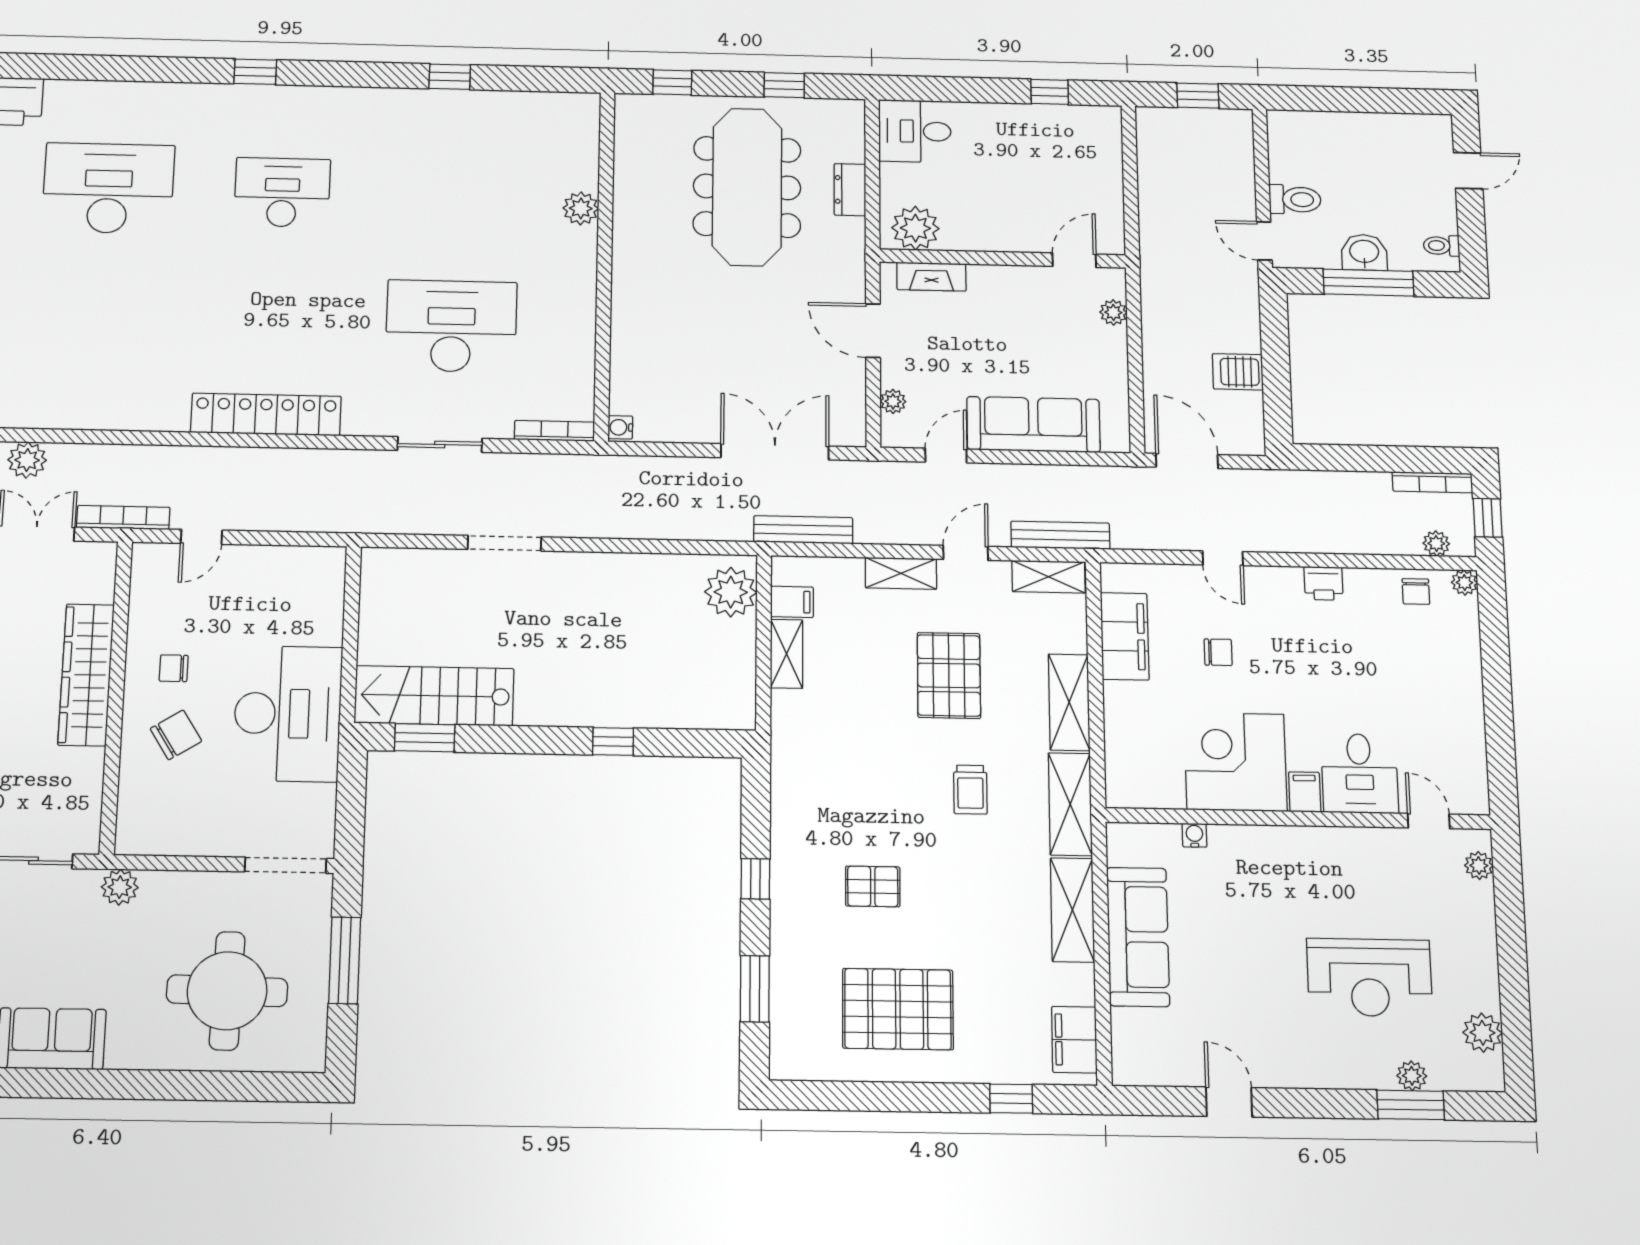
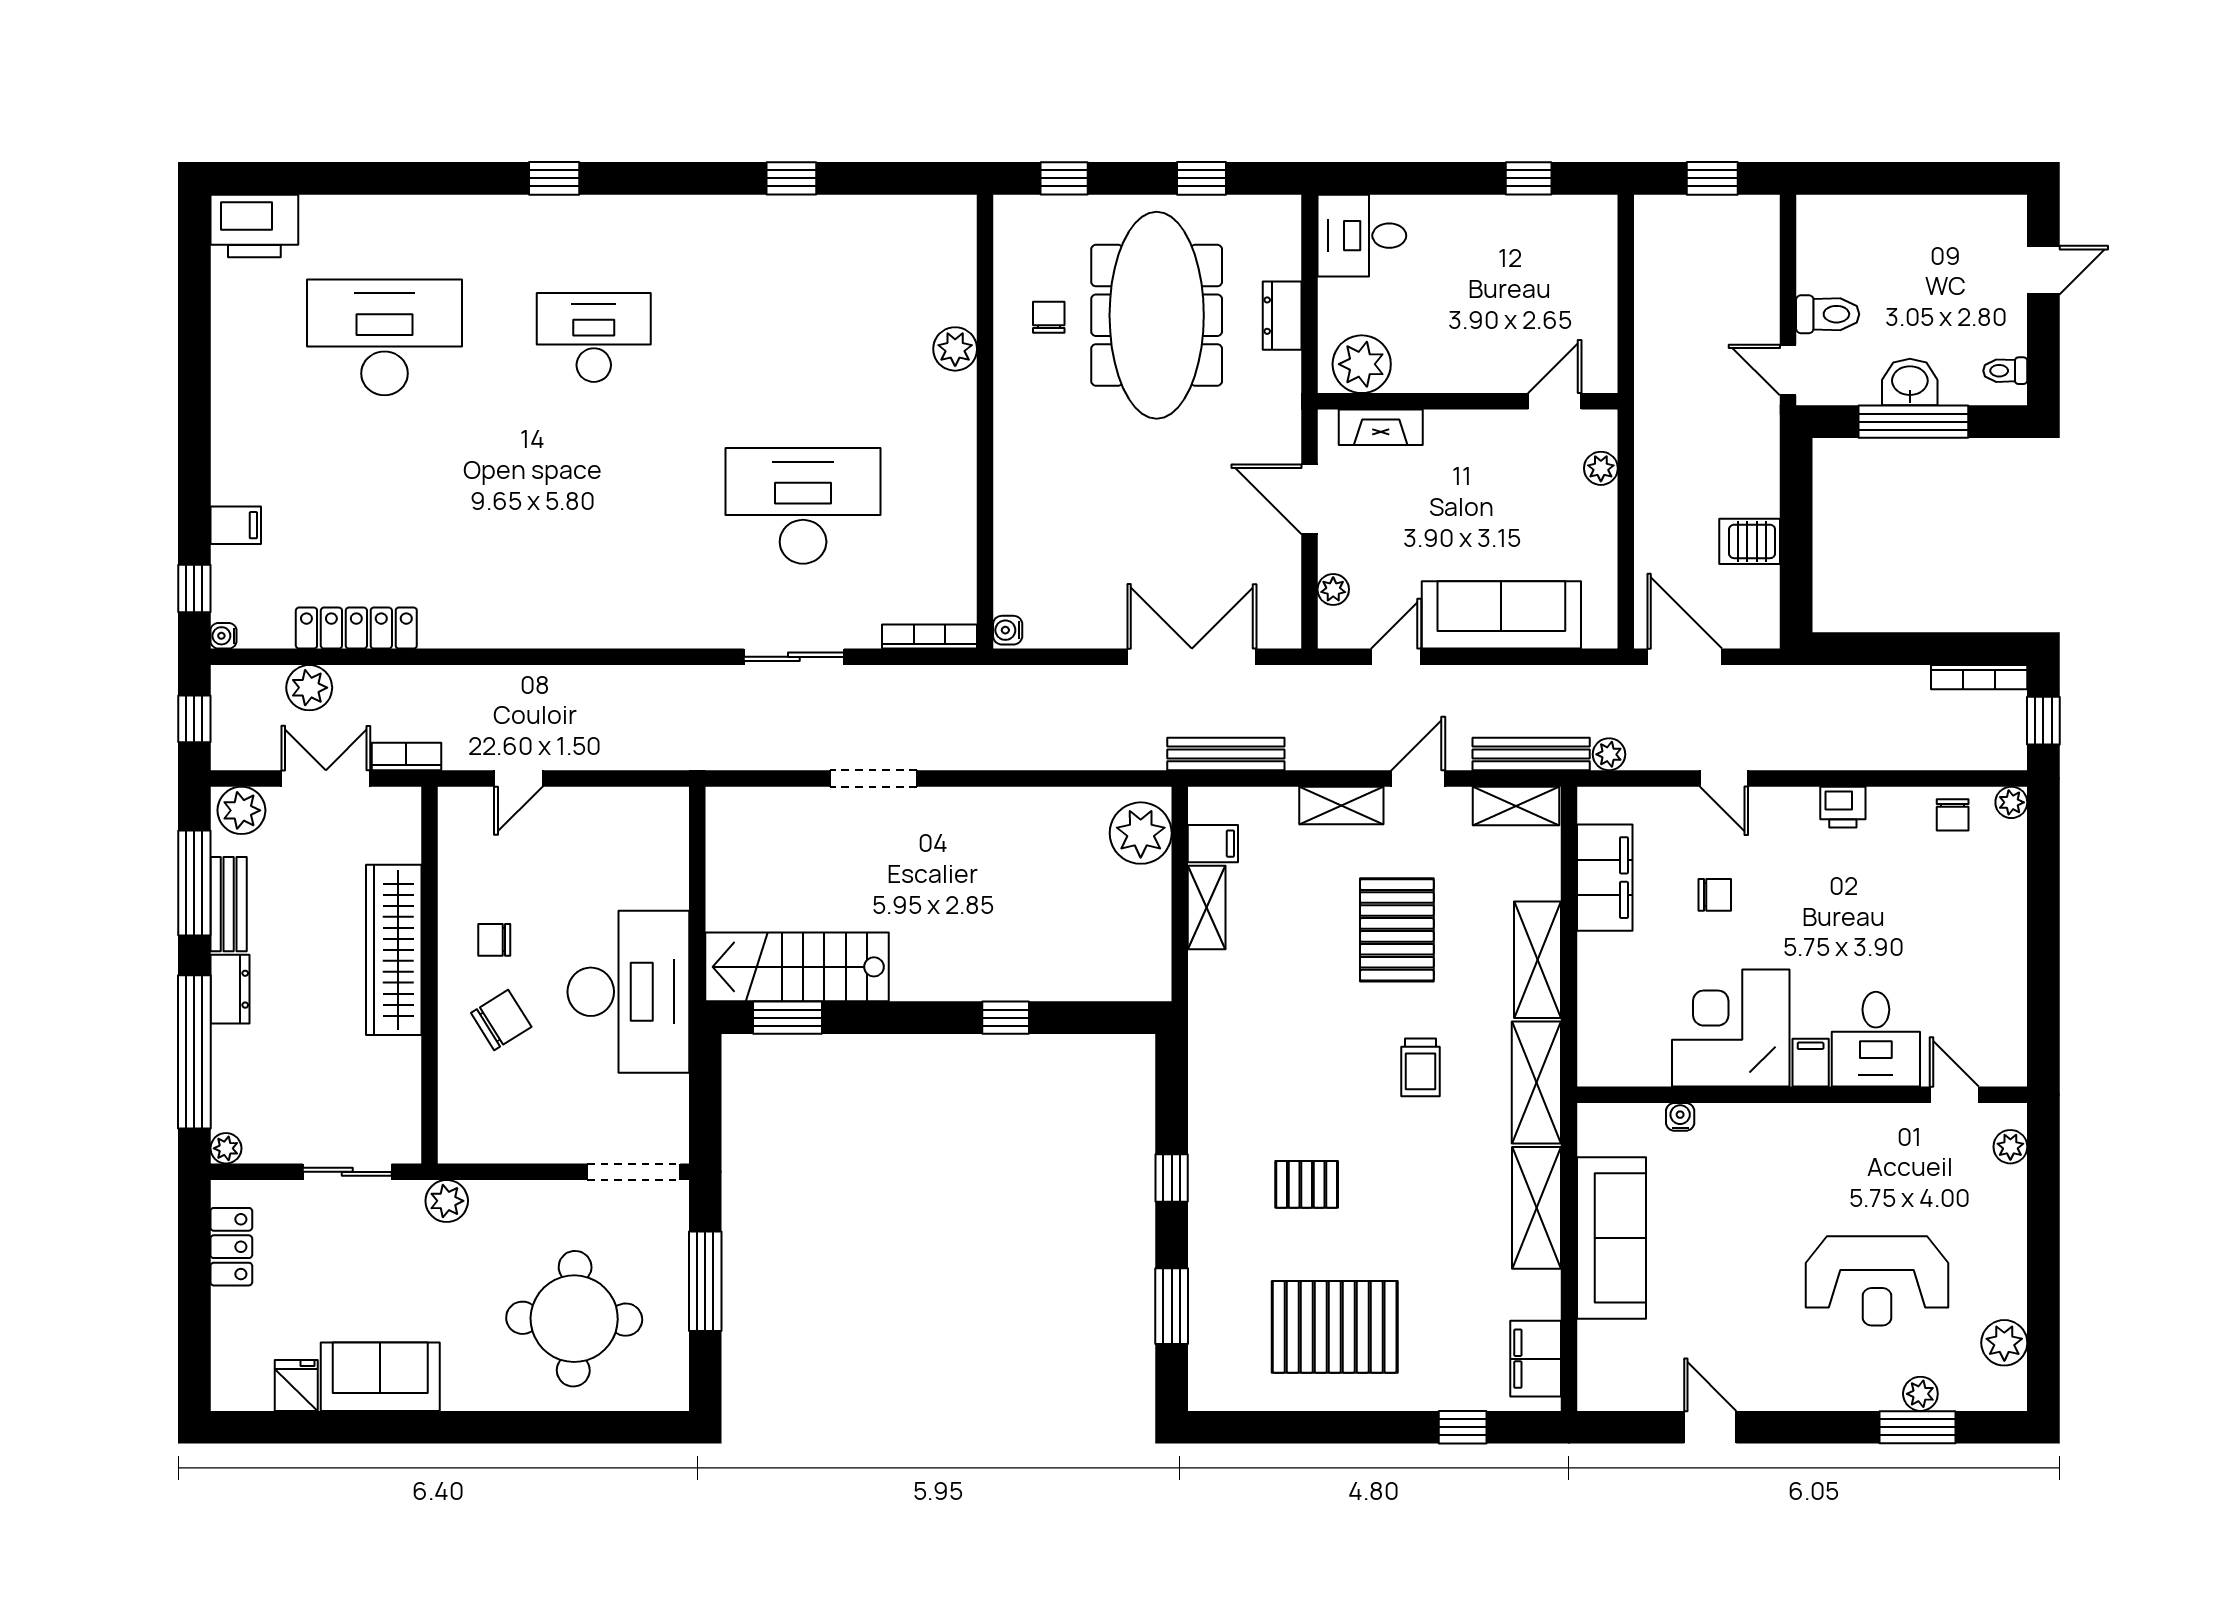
chair: (658, 186) -> (1049, 317), added
locker: (266, 414) -> (356, 628), moved, width x0.71, depth x0.83
bookcase: (123, 517) -> (406, 757), width x0.64
plant: (1436, 543) -> (1609, 754), moved

